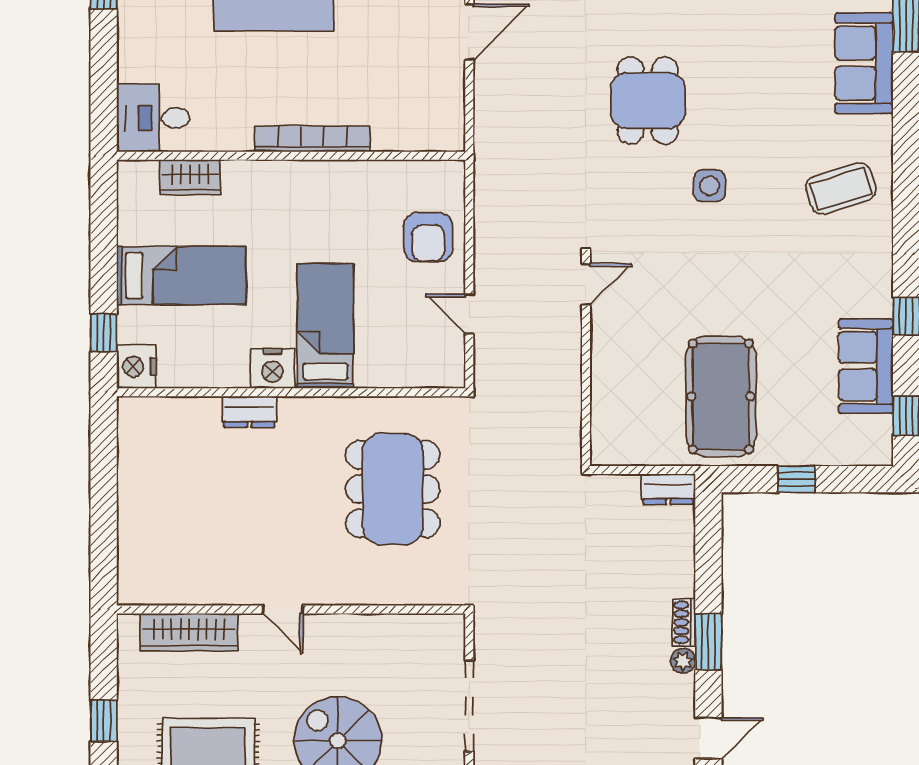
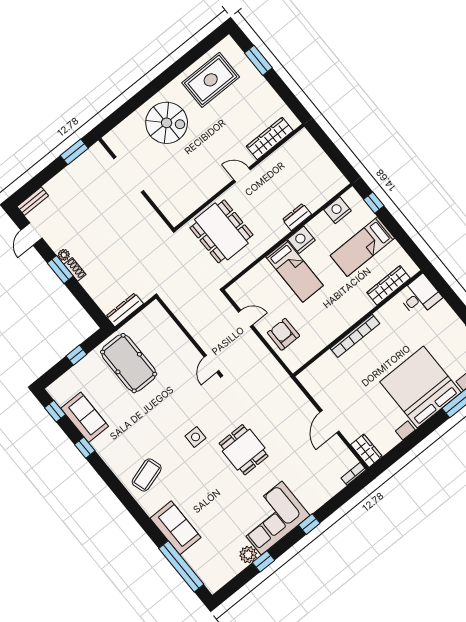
wardrobe: (190, 177) -> (388, 285), width x1.50
nightstand: (136, 367) -> (337, 210), moved, turned -90
dresser: (668, 489) -> (125, 310), width x1.44
door: (283, 609) -> (242, 175), moved
wall: (291, 609) -> (239, 177), moved
wardrobe: (189, 632) -> (270, 138), moved
window: (104, 721) -> (258, 60), width x1.50

